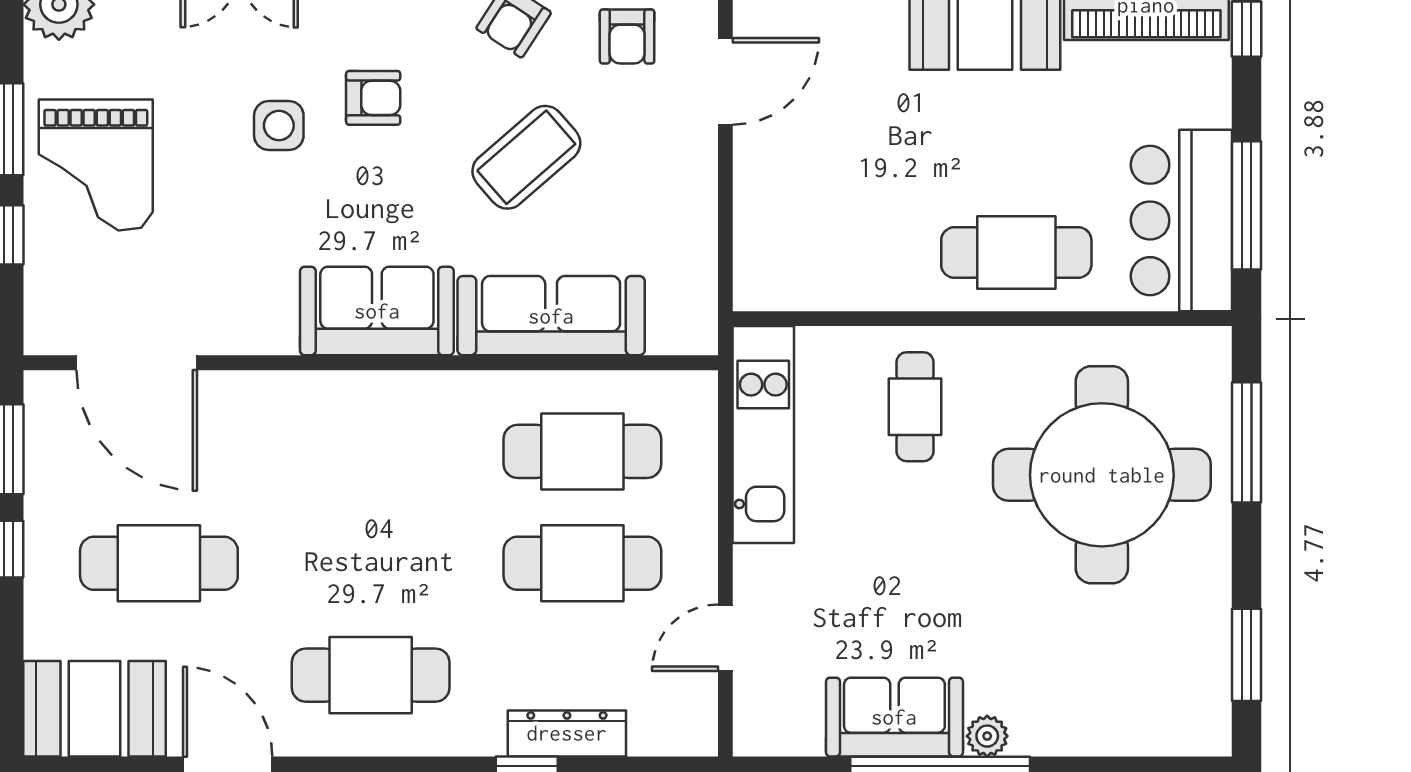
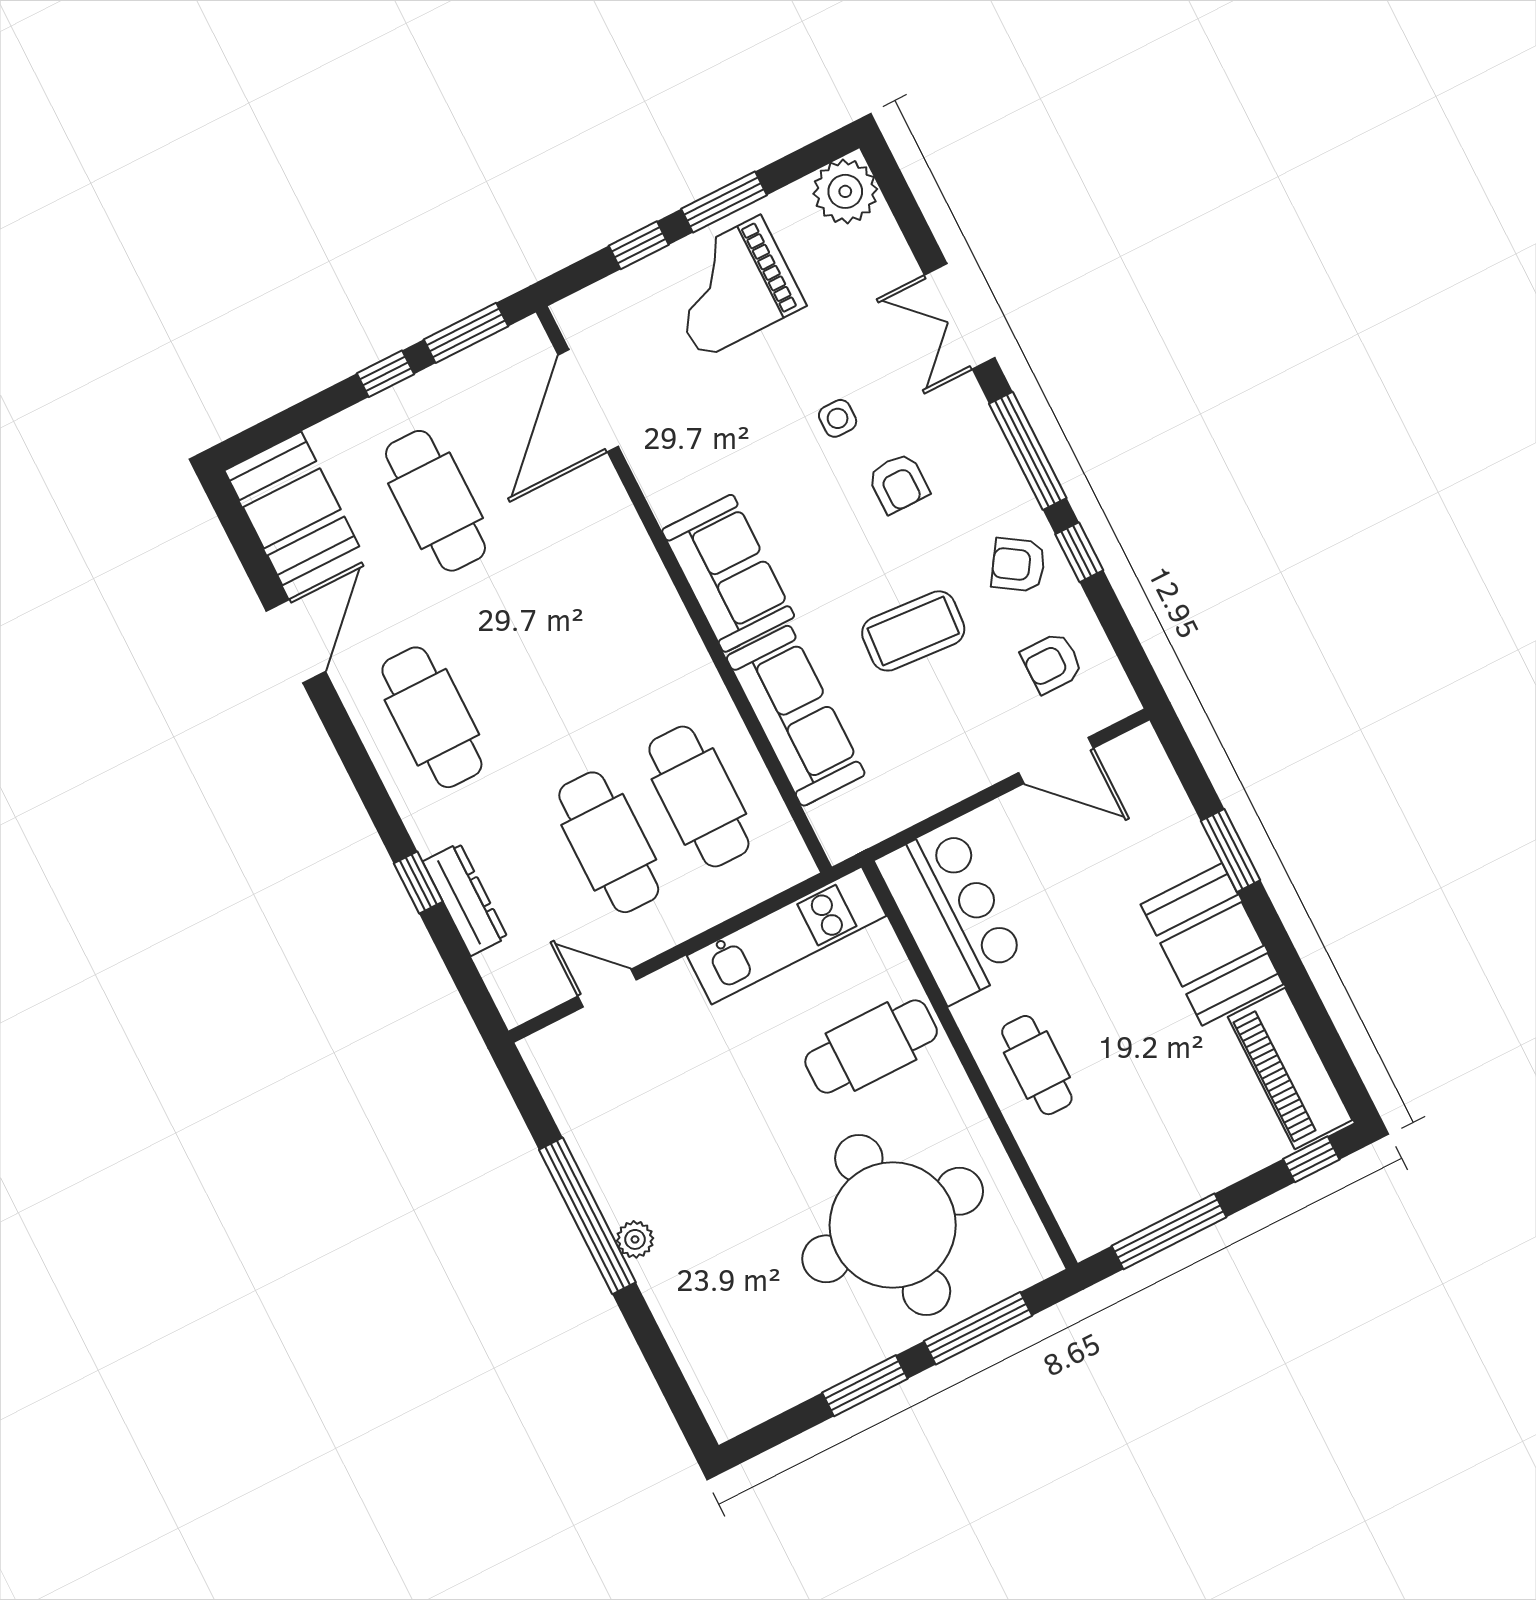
side table: (279, 125) -> (838, 418), width x0.73, depth x0.73
coffee table: (526, 157) -> (913, 631), turned -45
bar counter: (1181, 220) -> (951, 913), moved, turned 90
cafe table: (1016, 253) -> (1037, 1065), width x0.73, depth x0.74
cafe table: (915, 407) -> (871, 1047), width x1.37, depth x1.35
window: (1246, 655) -> (865, 1386), moved
sofa: (894, 717) -> (612, 1157), removed

